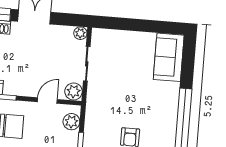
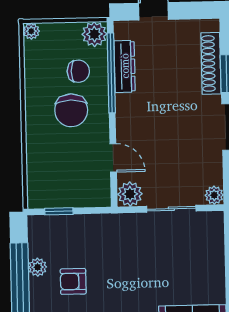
plant: (71, 122) -> (87, 195), removed

